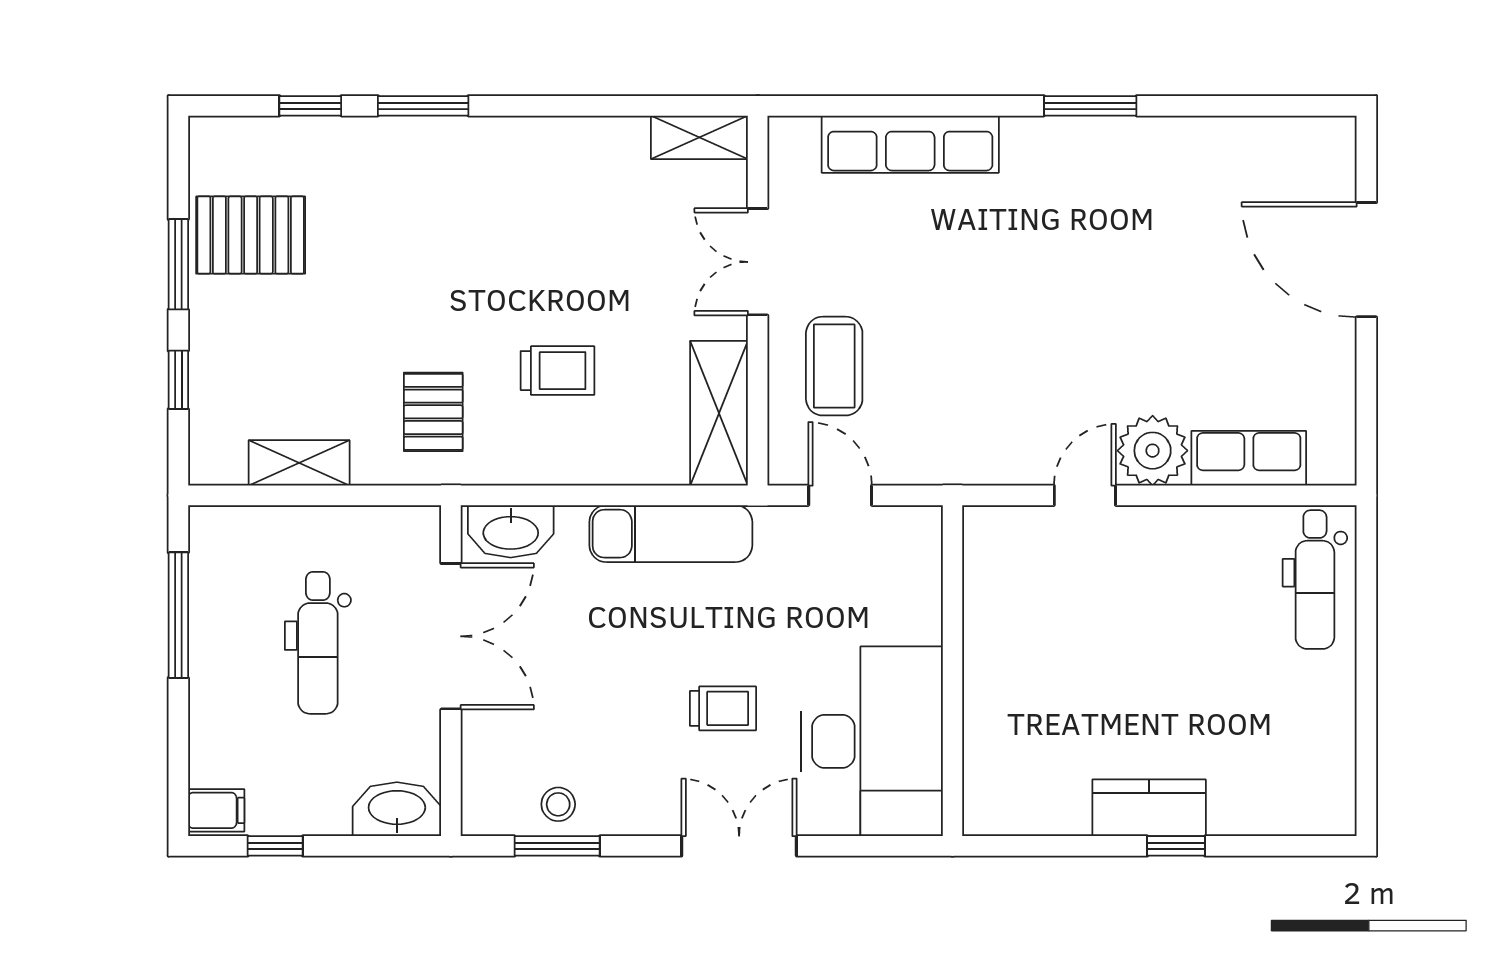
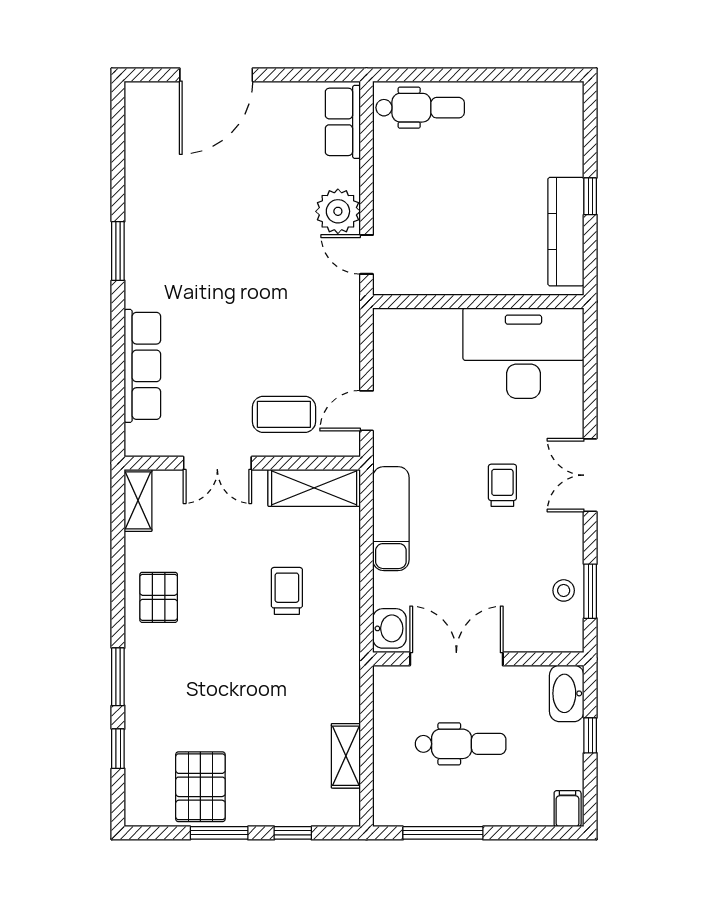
pallet: (433, 412) -> (159, 597), moved, turned 90
row of seats: (1249, 458) -> (343, 122), moved
washbasin: (511, 531) -> (389, 628), width x0.72
wall: (953, 671) -> (478, 302), moved
desk: (872, 741) -> (523, 353), moved
kitchen counter: (1149, 808) -> (566, 232), width x1.50
window: (275, 846) -> (590, 735), moved

